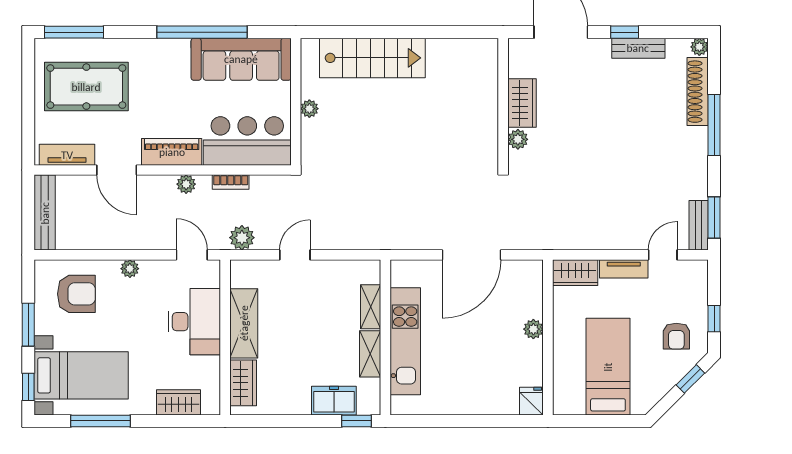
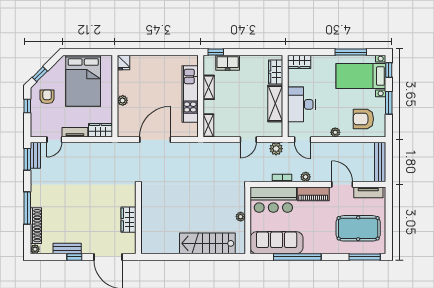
plant: (518, 139) -> (131, 201), removed
shelving: (371, 307) -> (208, 125), moved
bed: (608, 367) -> (83, 81), width x1.50
wardrobe: (179, 402) -> (299, 62), moved

